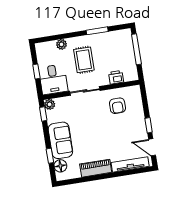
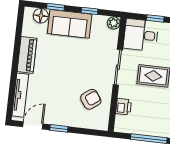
armchair: (117, 106) -> (91, 99), turned 144
window: (43, 114) -> (90, 11), moved

